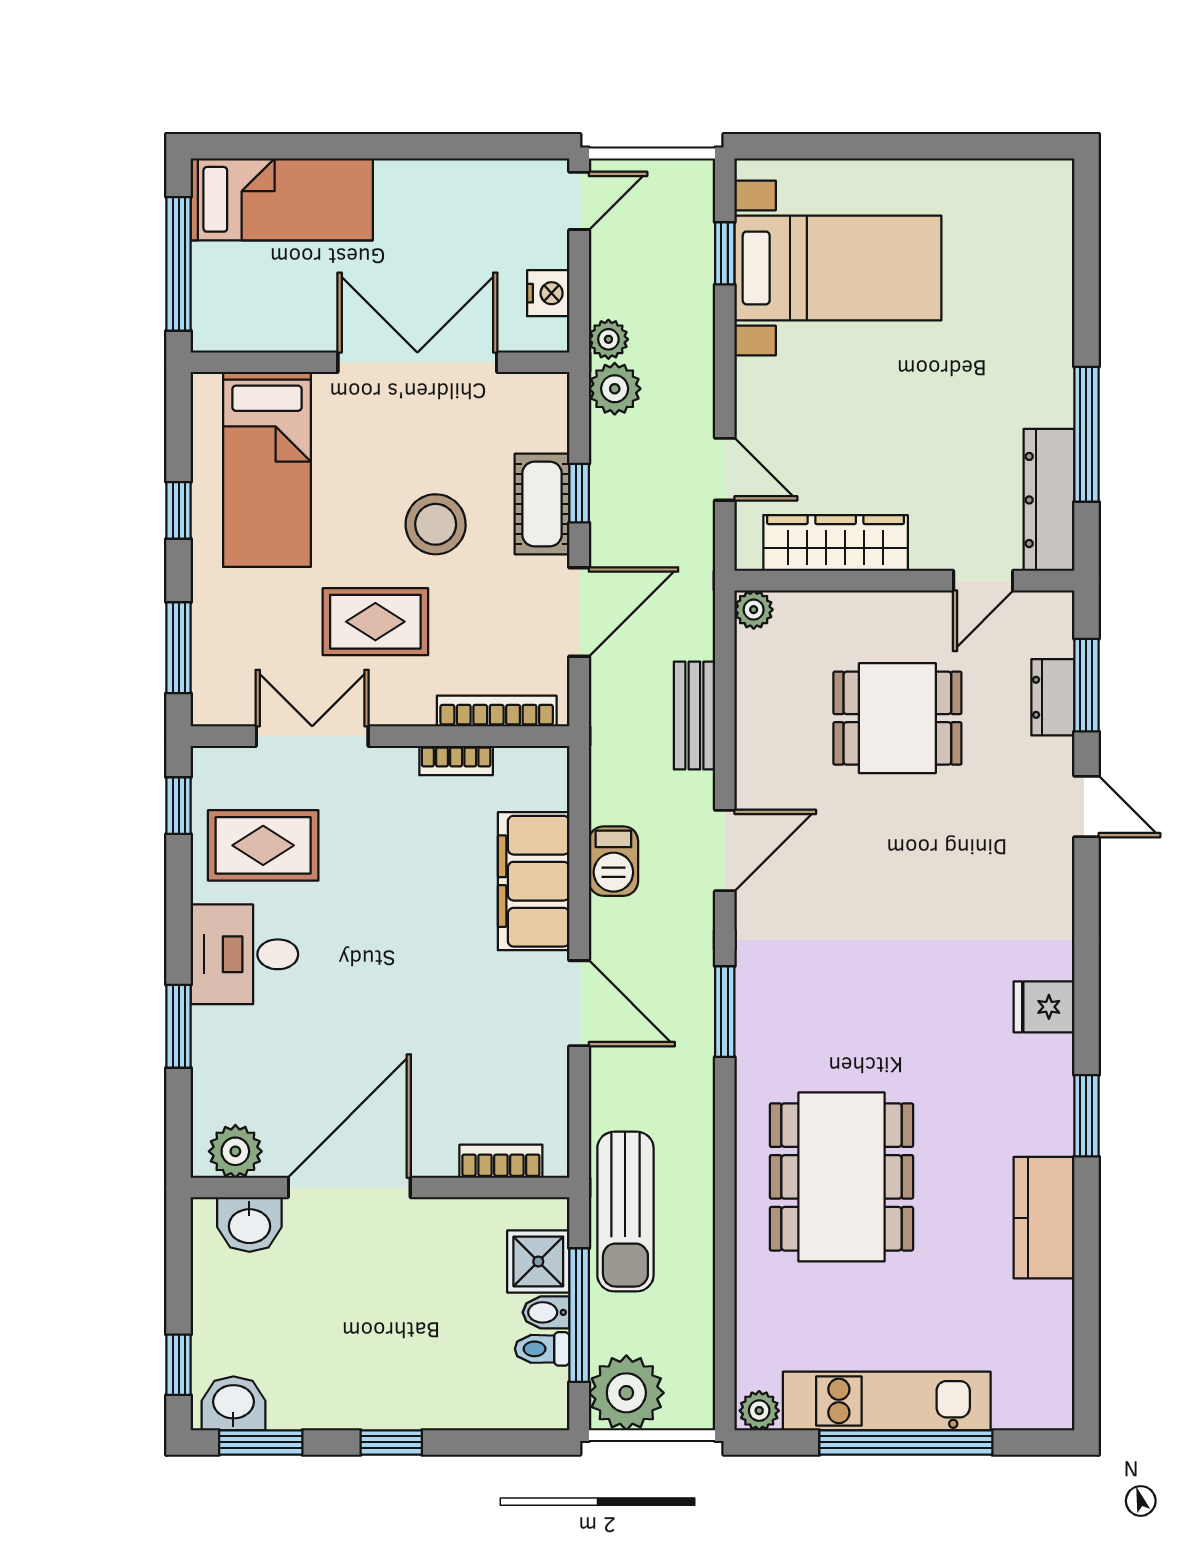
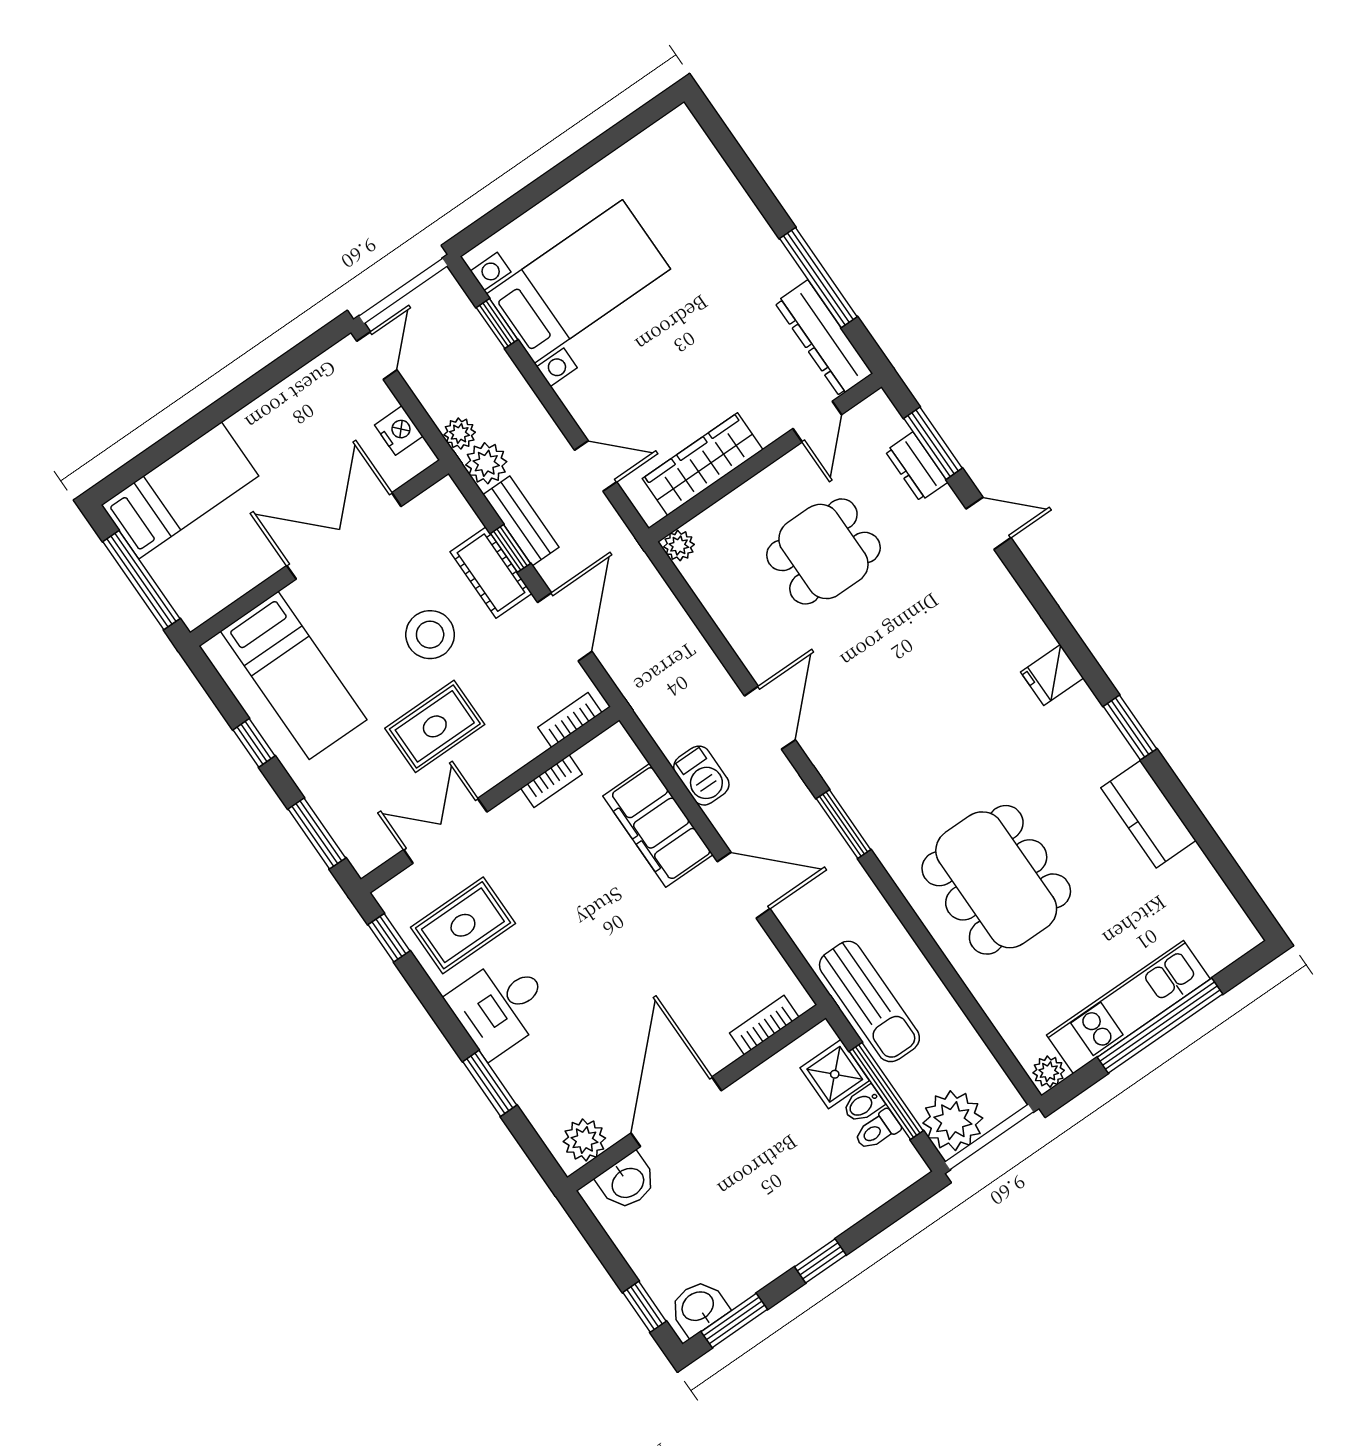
bookcase: (497, 711) -> (570, 720), width x0.64
bench: (694, 716) -> (521, 521), moved

